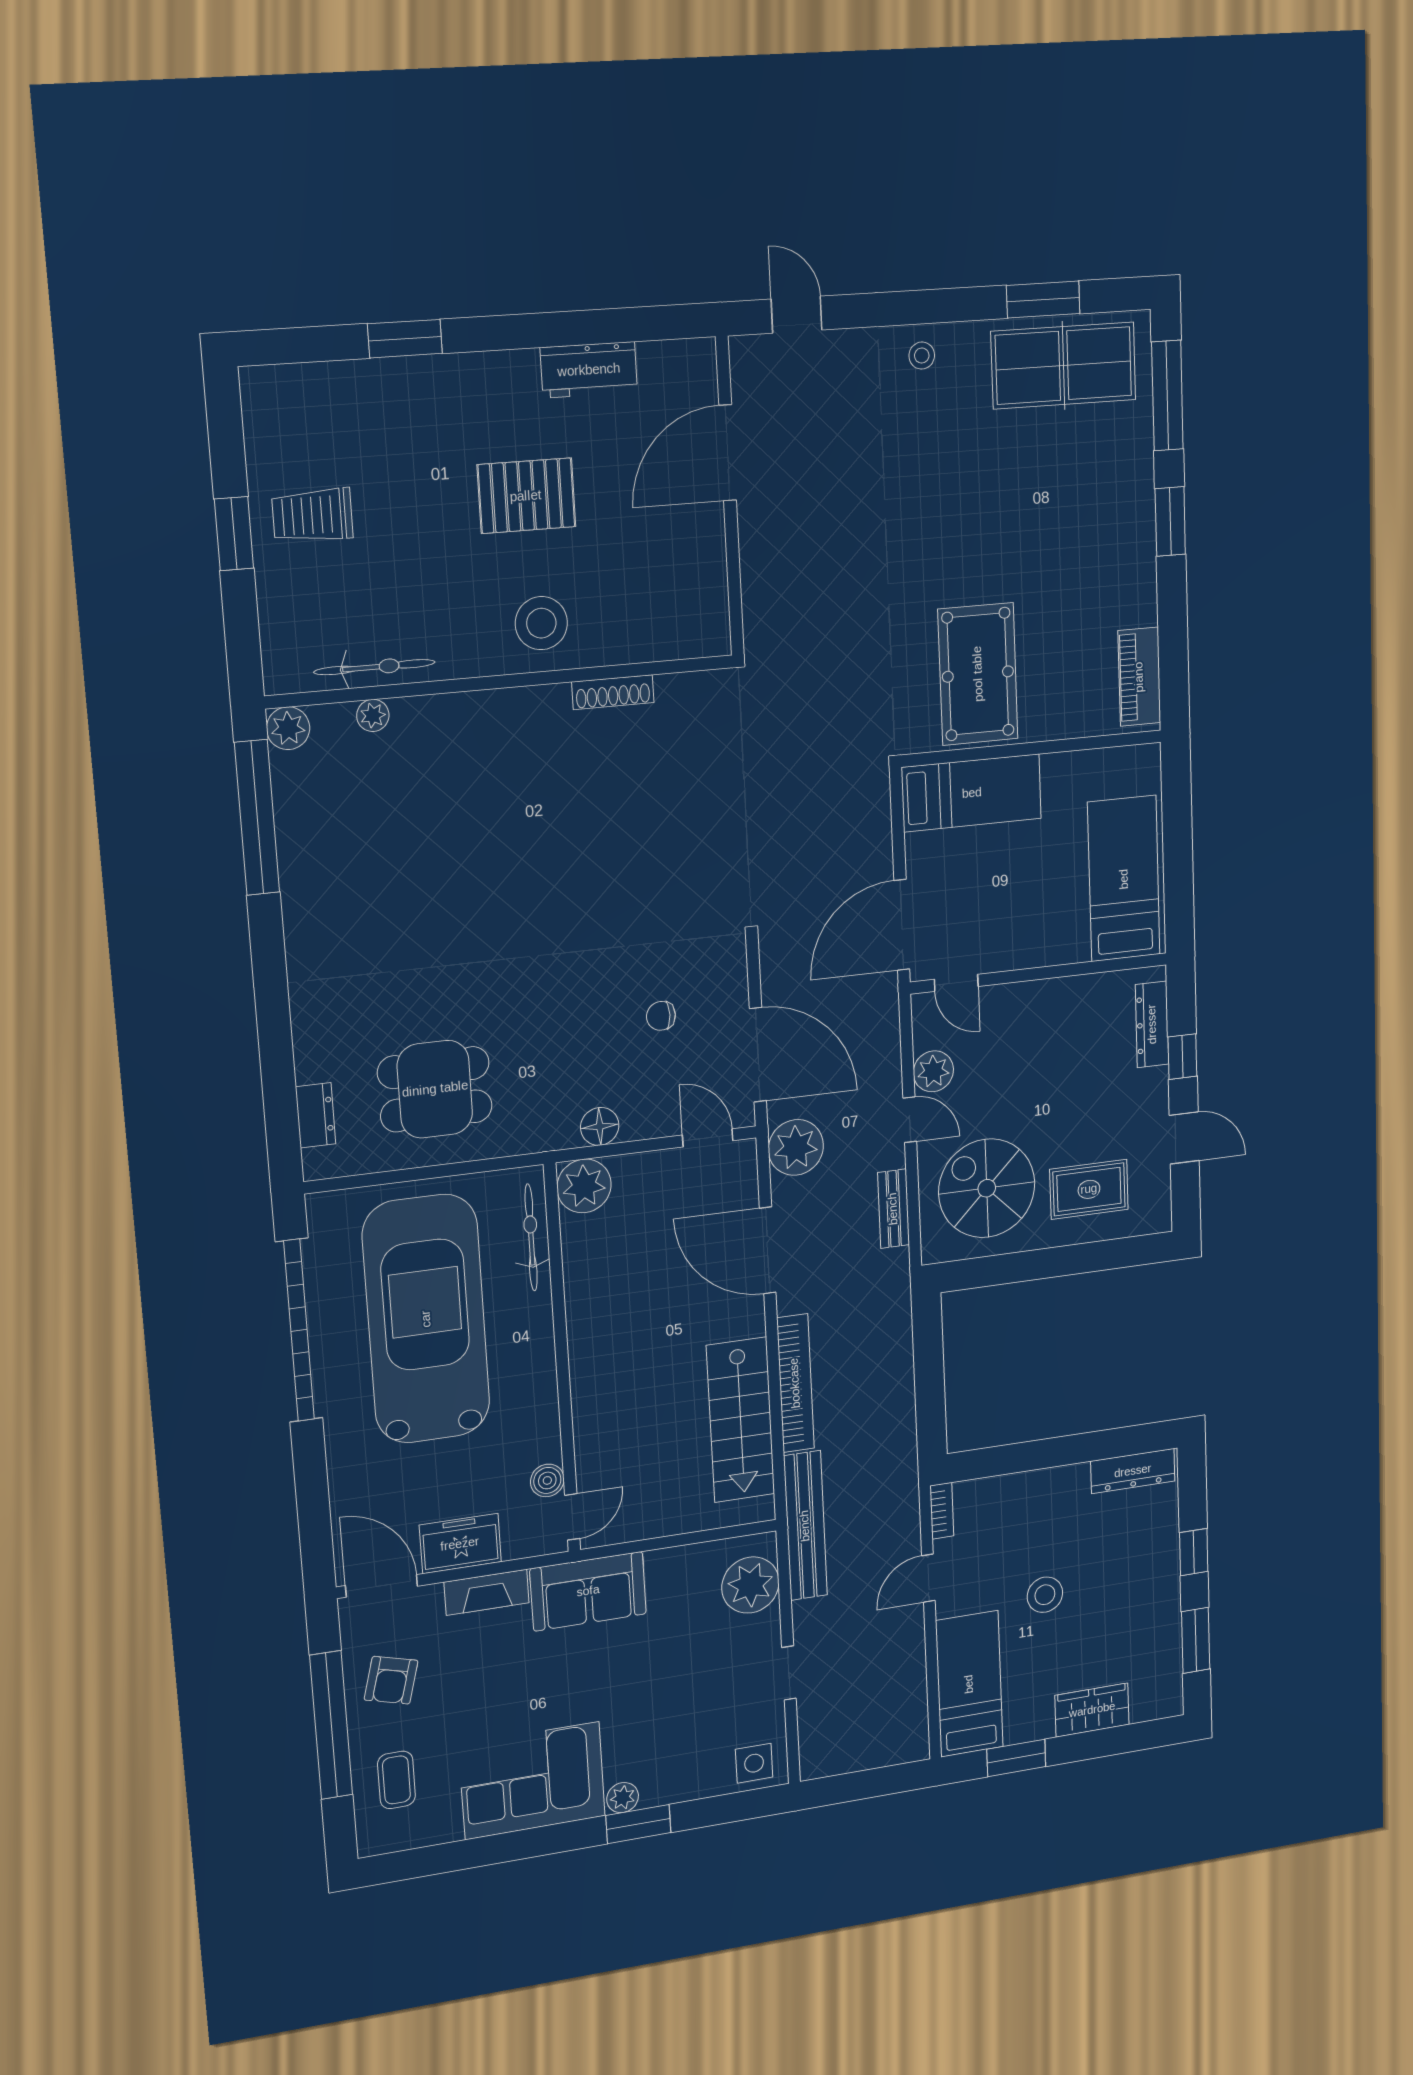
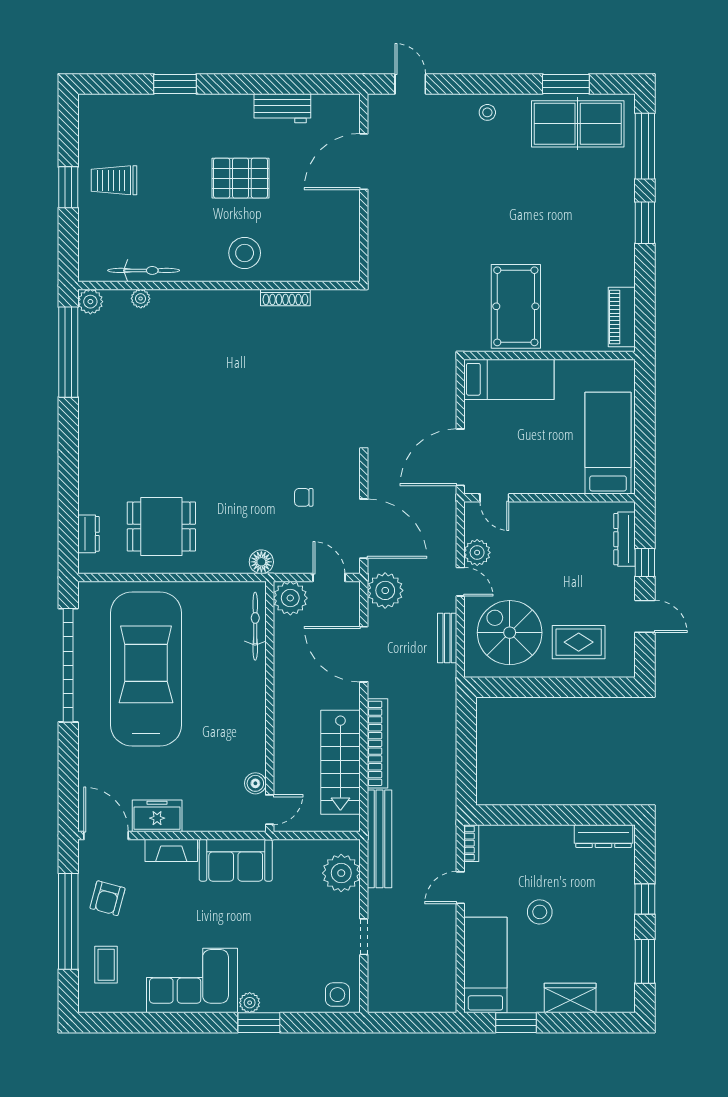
plant: (584, 1186) -> (290, 598), moved
bicycle: (531, 1237) -> (255, 626), moved
wall: (562, 1359) -> (270, 707), moved
boiler: (547, 1480) -> (255, 783), moved
door: (572, 1517) -> (270, 810), moved

